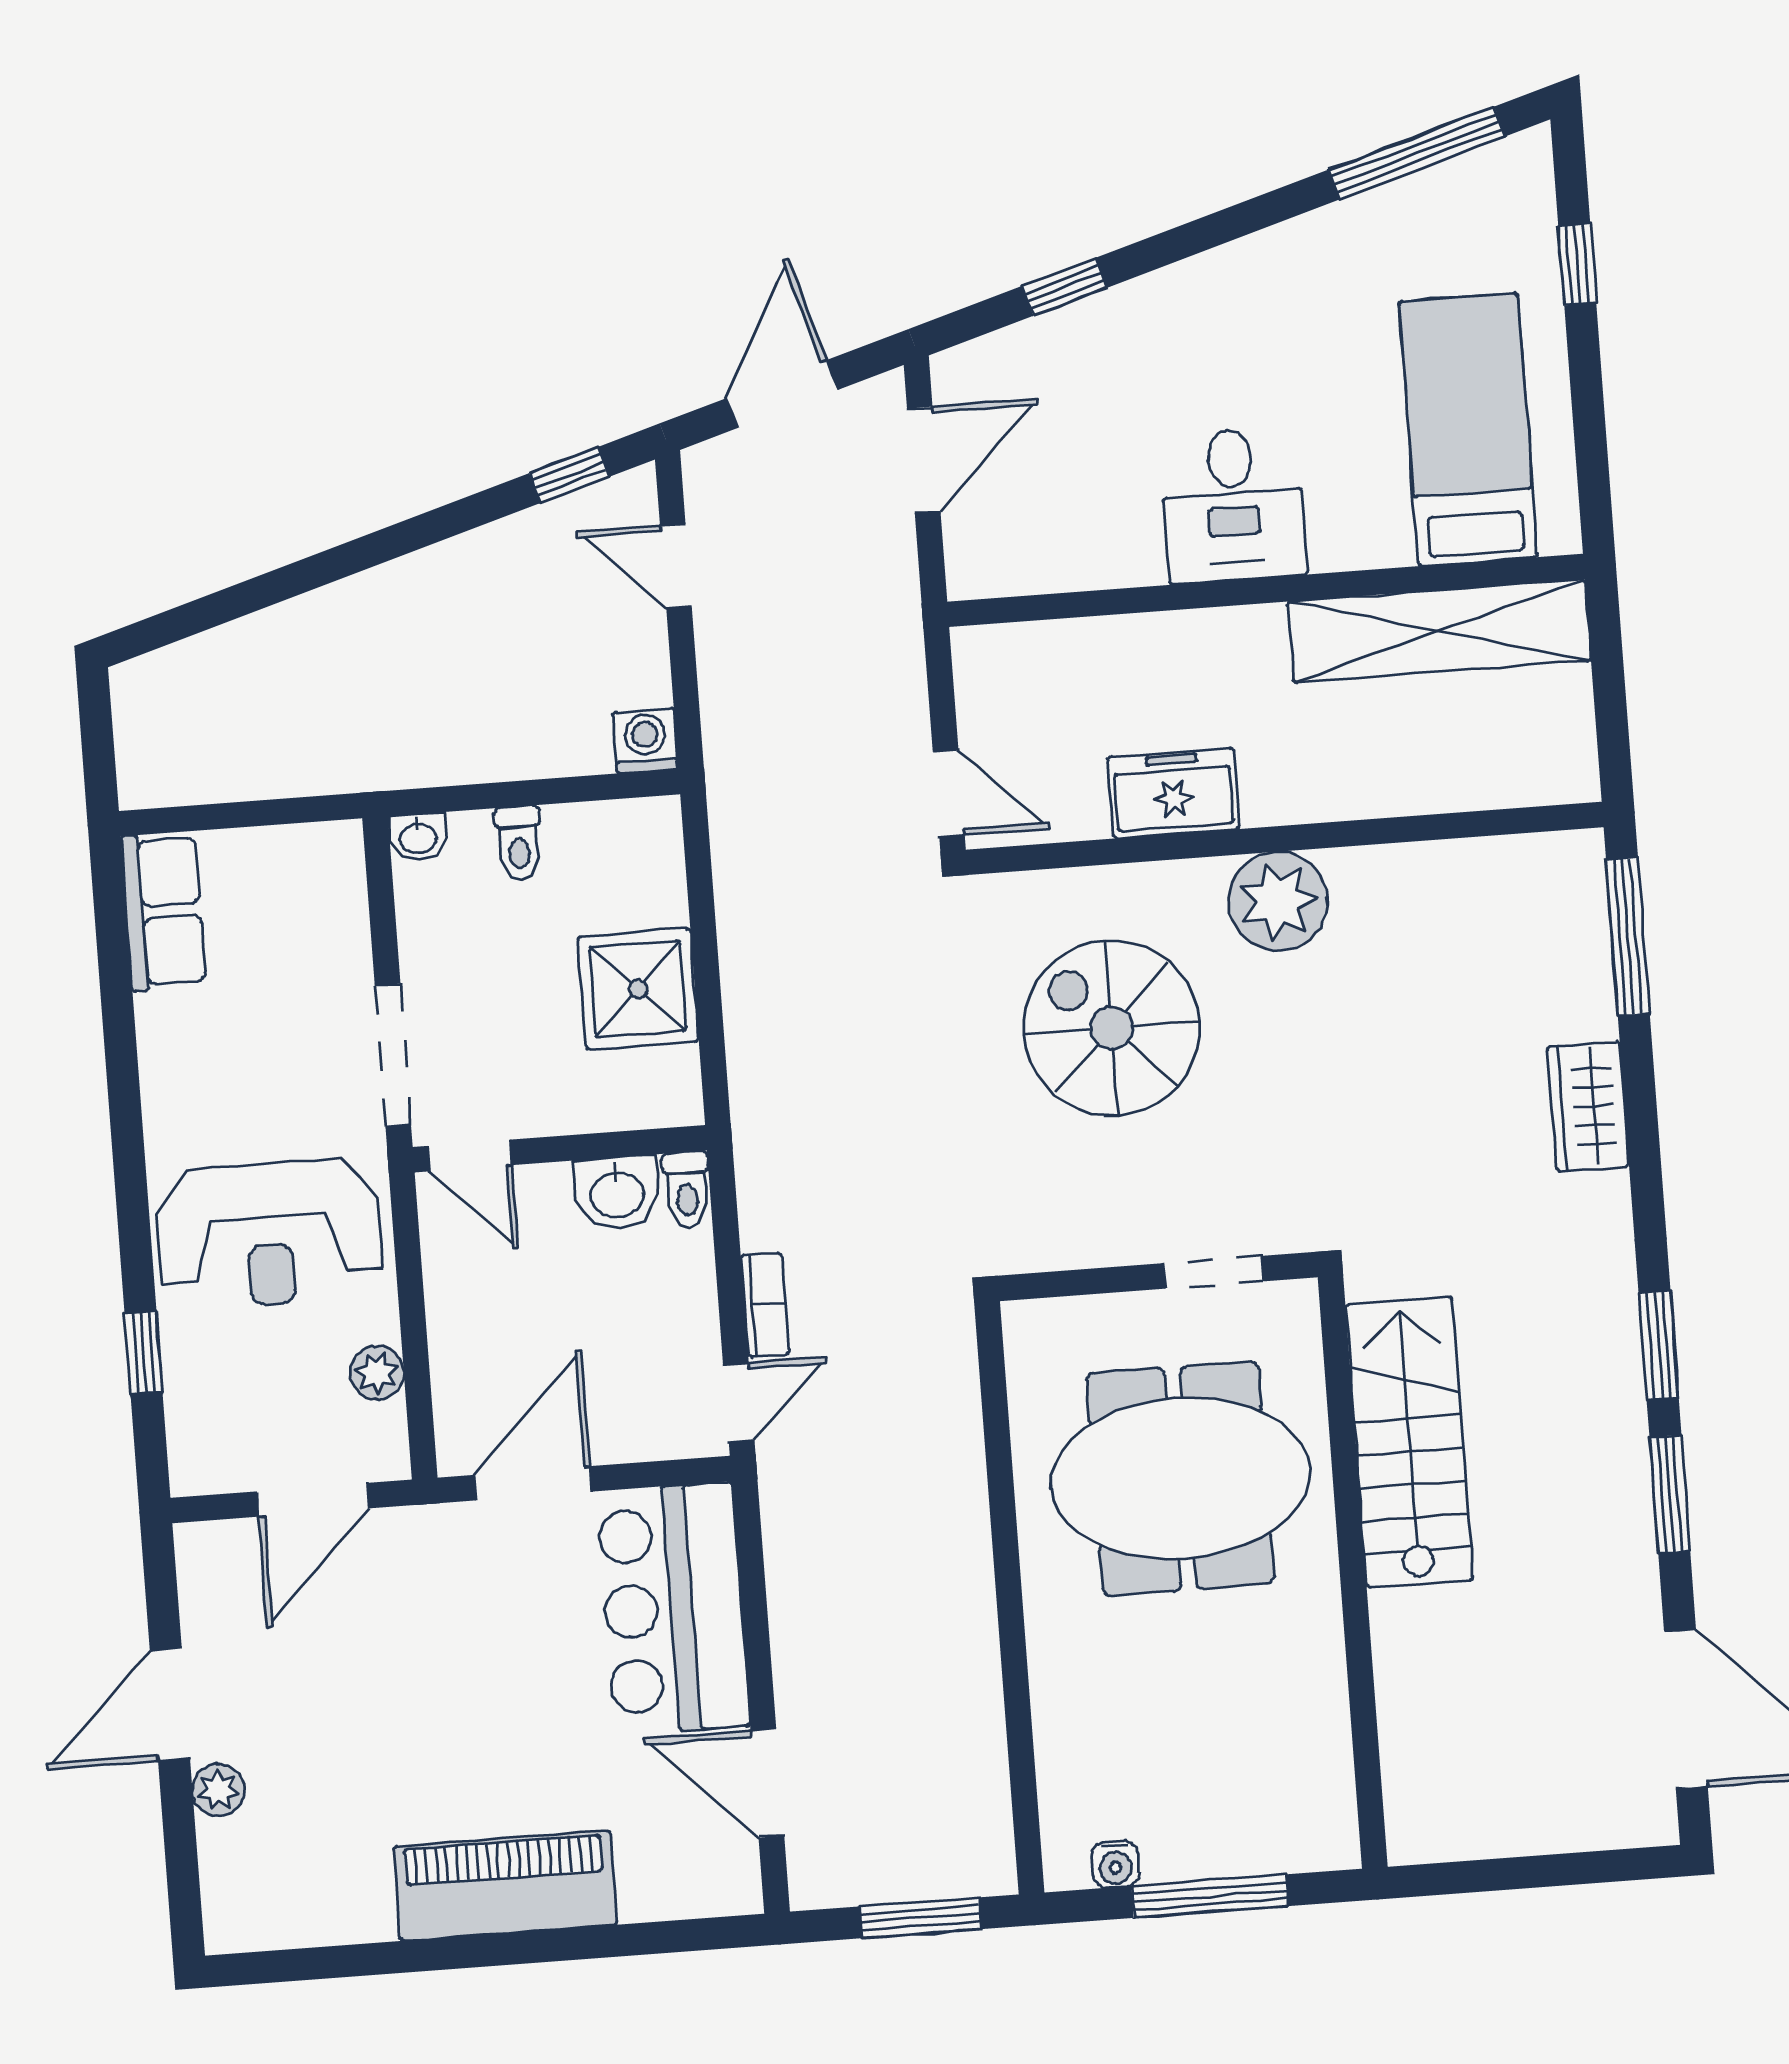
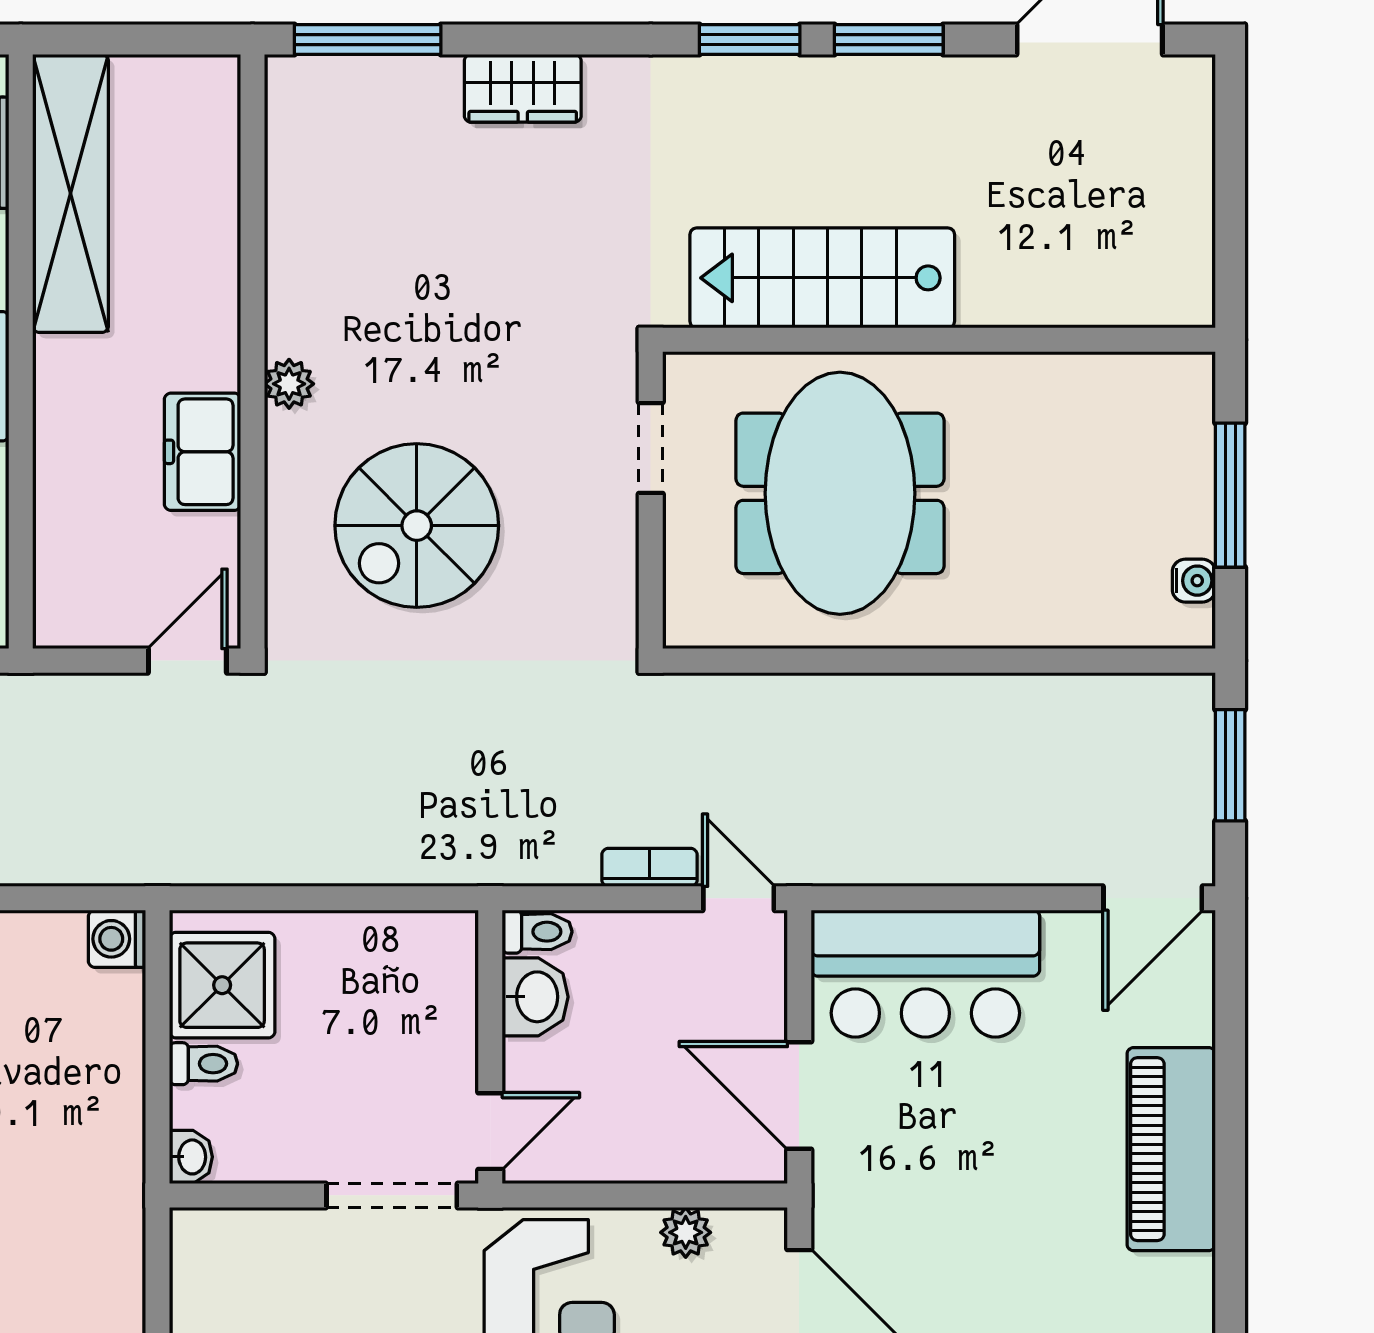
plant: (1278, 901) -> (289, 384), width x0.53, depth x0.53
shower: (638, 989) -> (222, 985), moved
door: (767, 1783) -> (1153, 898), moved

